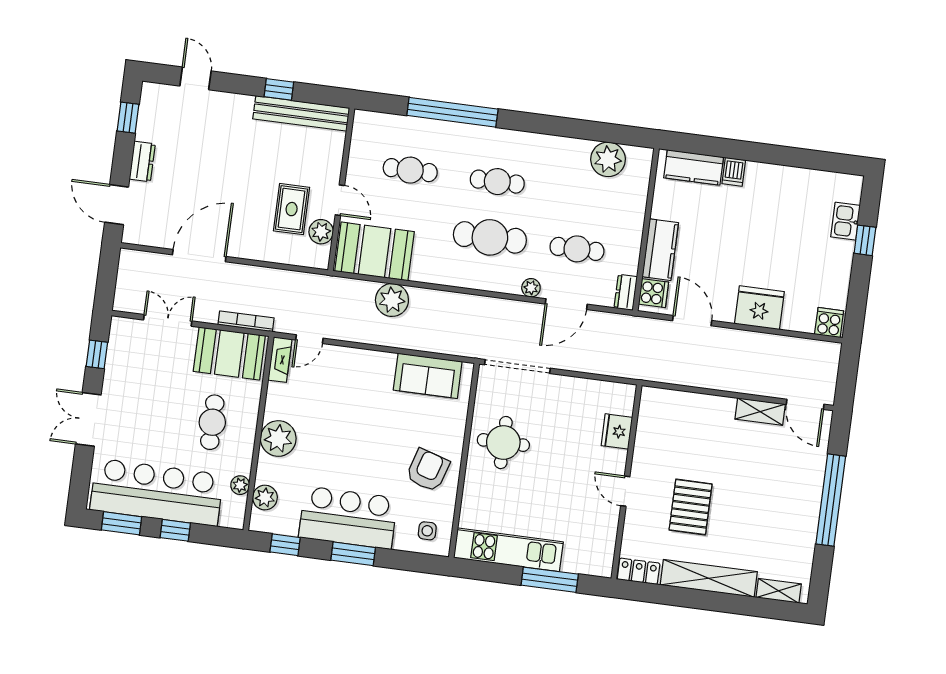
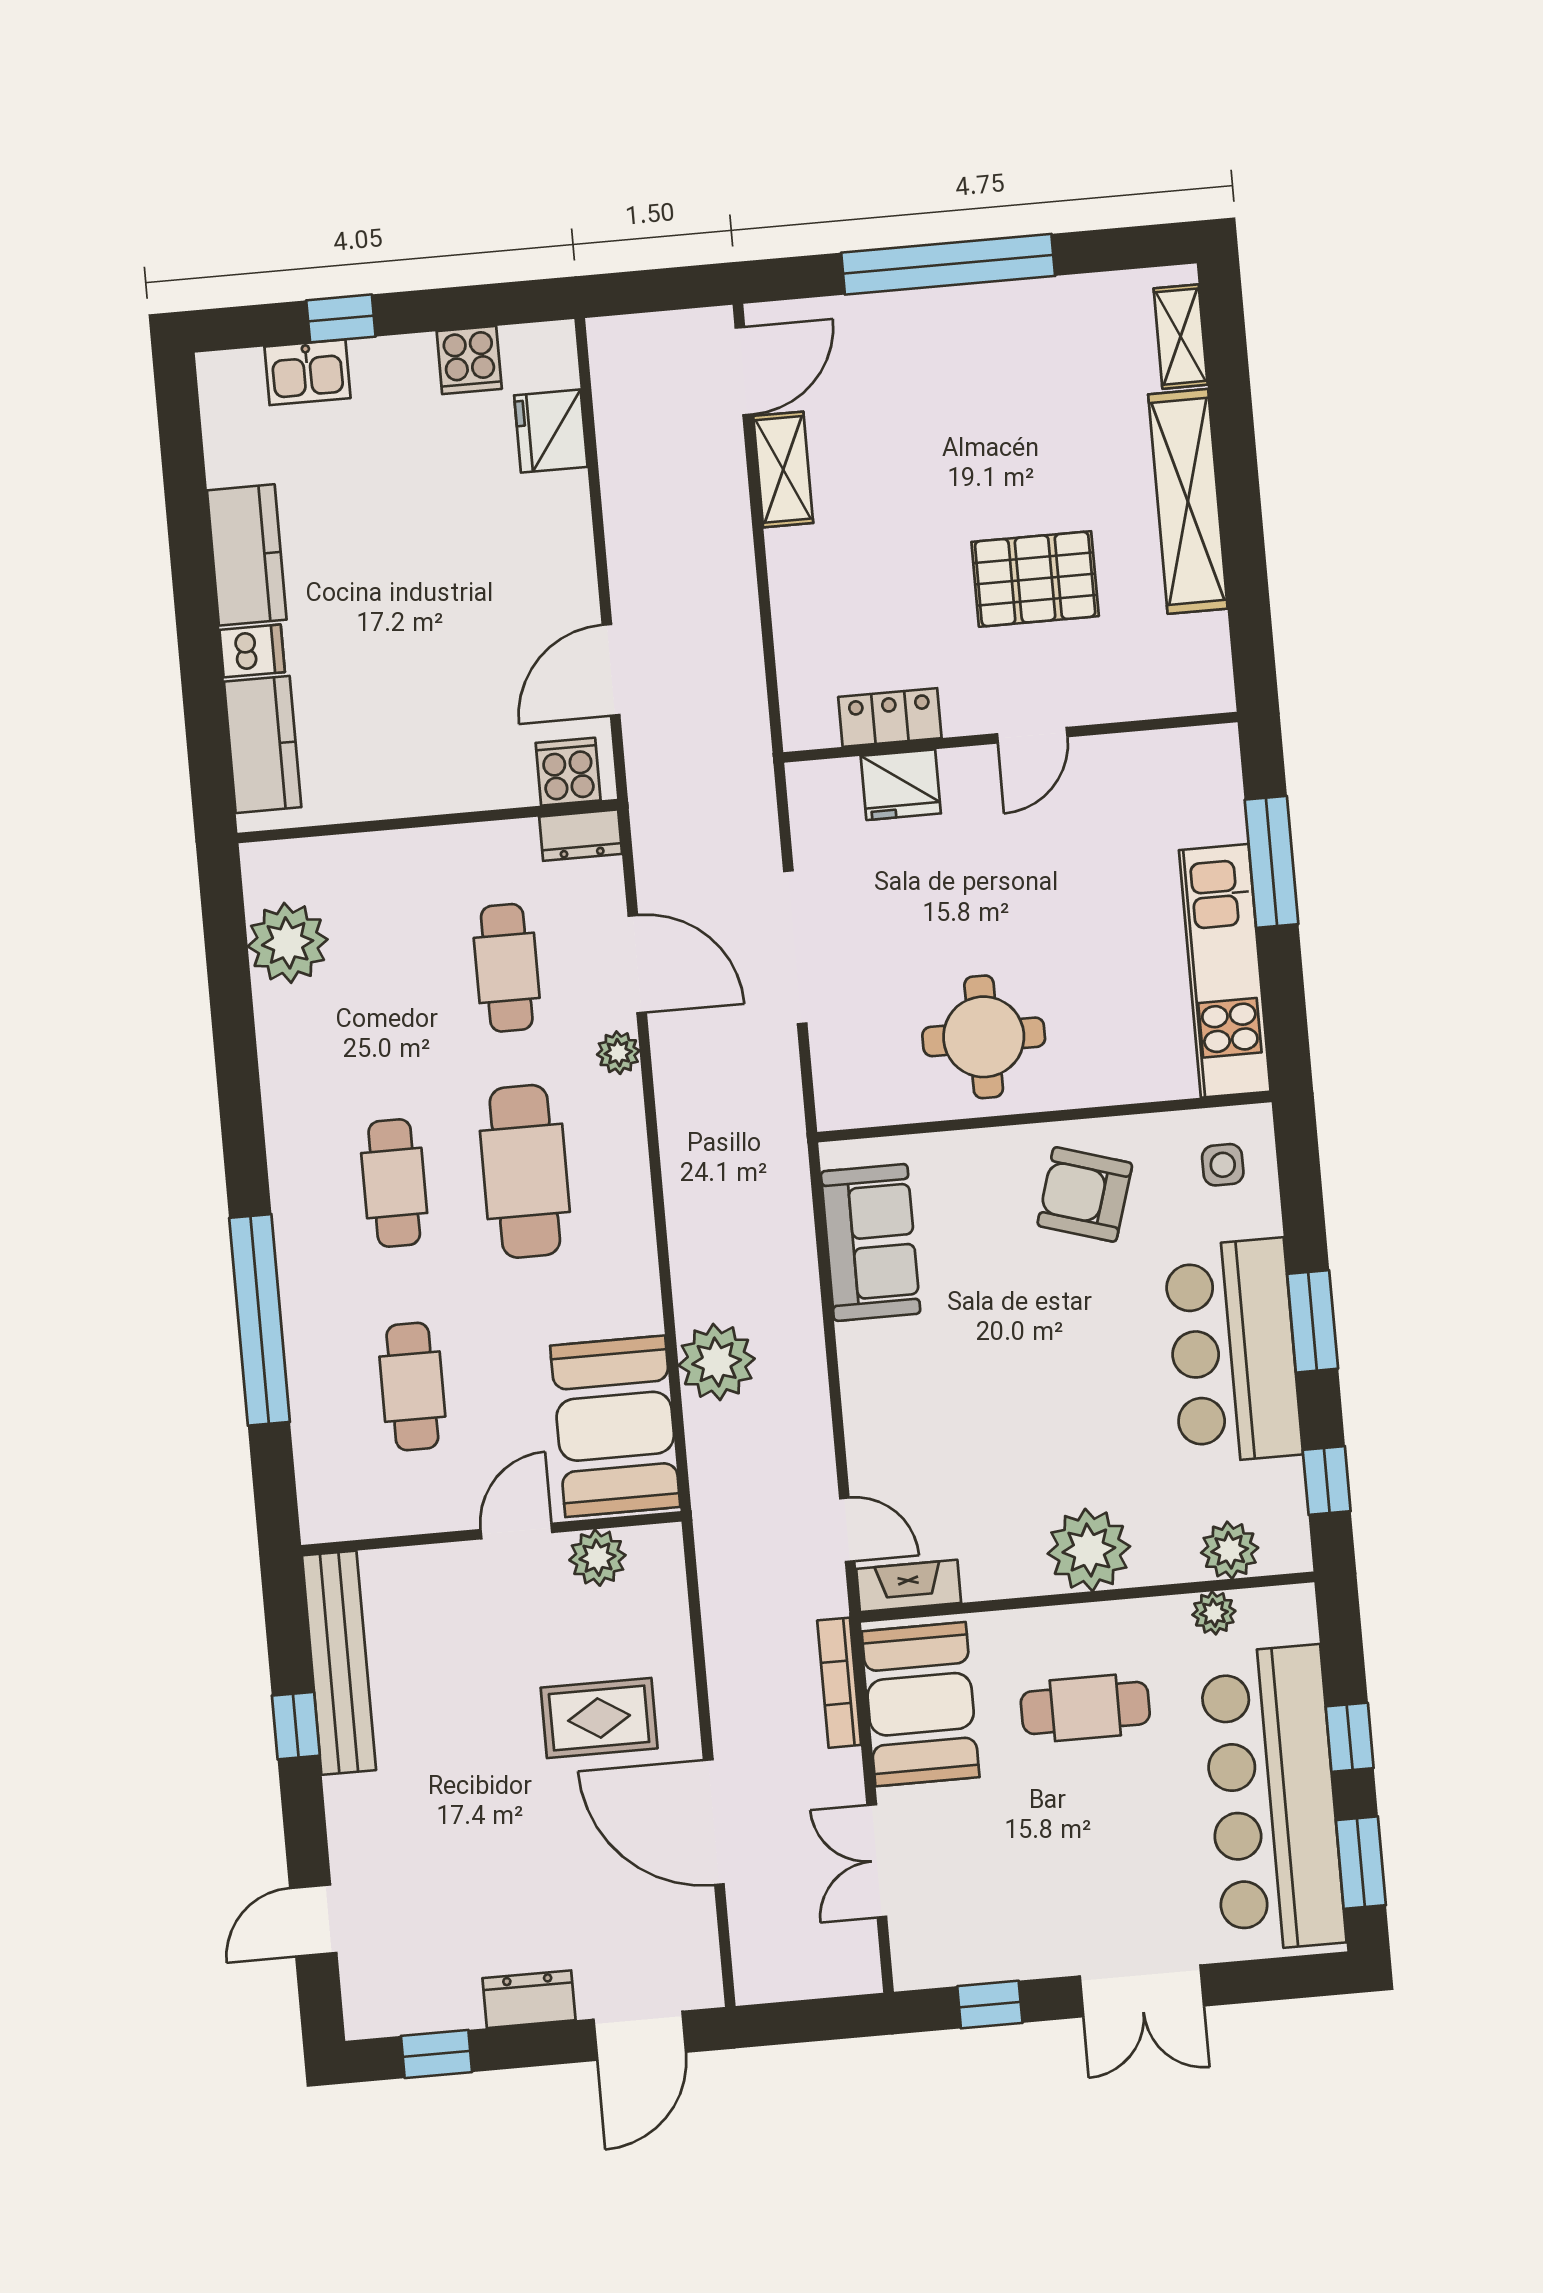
rug: (292, 209) -> (599, 1718), moved
kitchen counter: (660, 250) -> (247, 555), moved, turned 90
fridge: (759, 308) -> (551, 431), moved, width x0.73, depth x0.75
cooker: (829, 323) -> (469, 360), moved, turned -90
doorway: (517, 366) -> (795, 947), moved
locker: (639, 571) -> (890, 717), moved, turned 90

